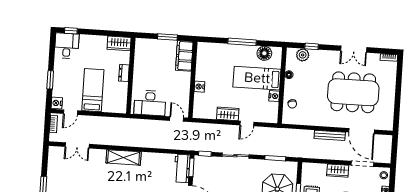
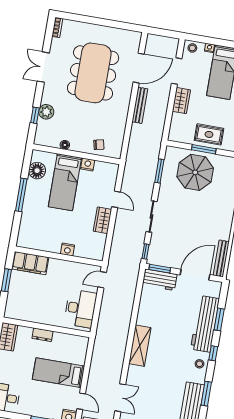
double door: (354, 49) -> (43, 67), swing flipped
plant: (303, 55) -> (46, 112), moved

